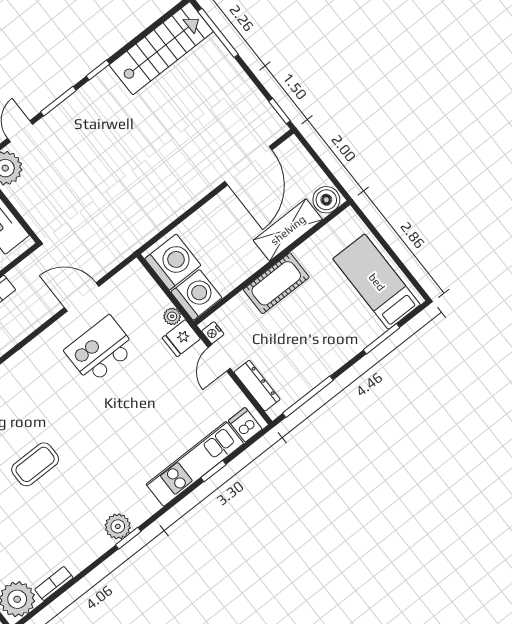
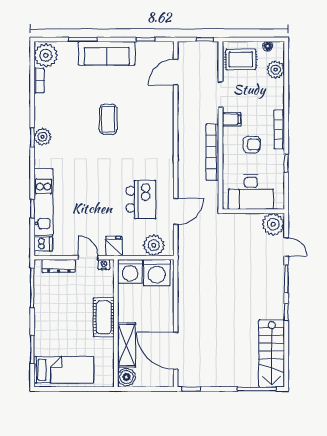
plant: (172, 316) -> (154, 245), moved, width x1.88, depth x1.88

